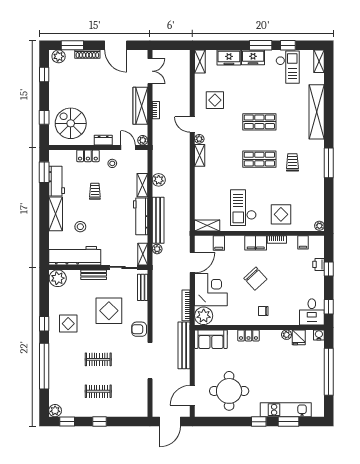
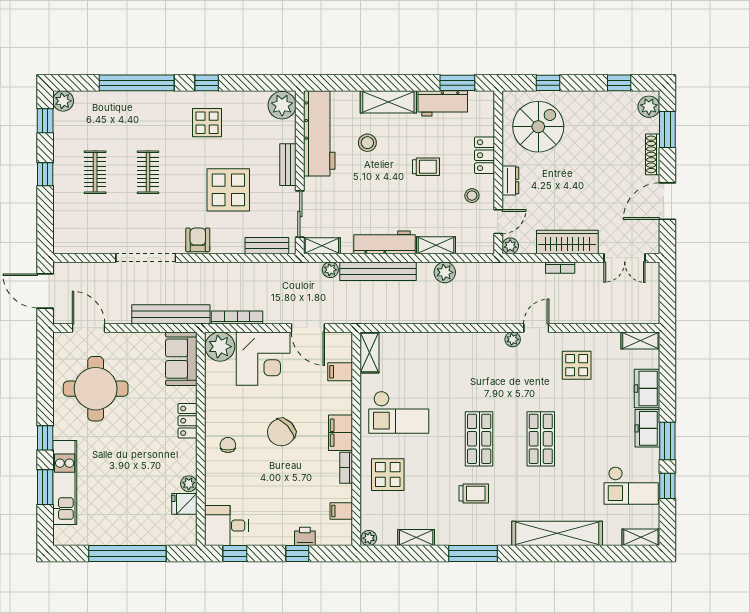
shelving: (200, 155) -> (416, 538), moved
checkout: (243, 208) -> (399, 412), turned 180
water cooler: (319, 335) -> (188, 537), removed

